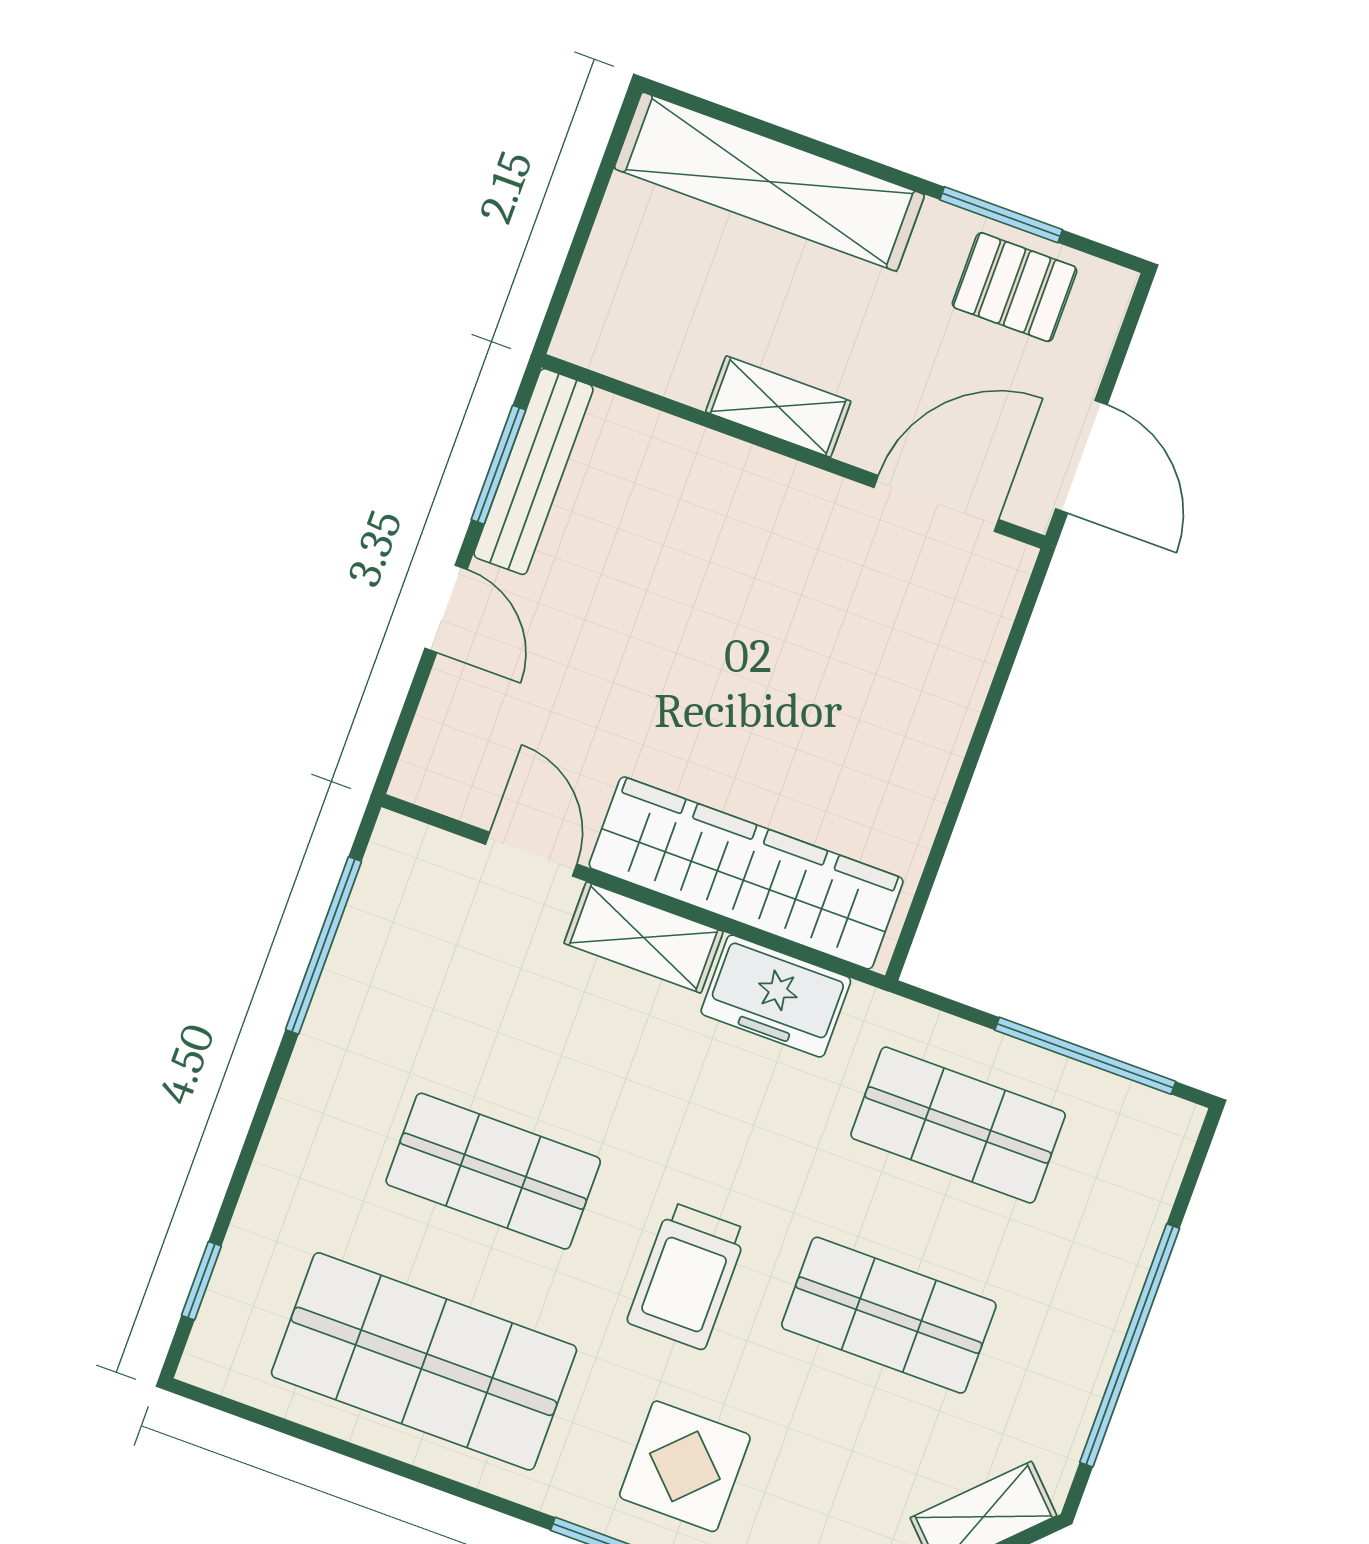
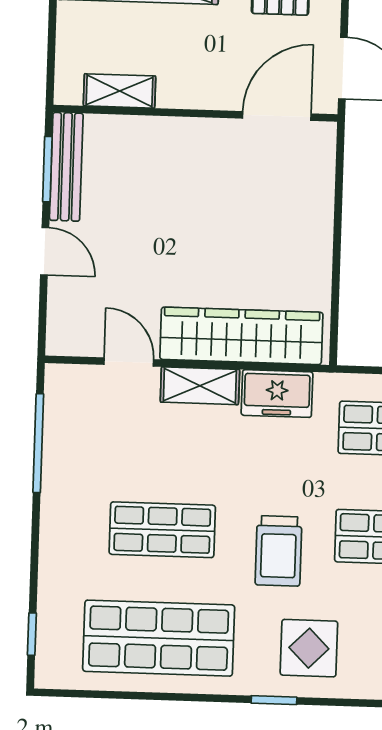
shelving: (778, 407) -> (120, 91), moved

